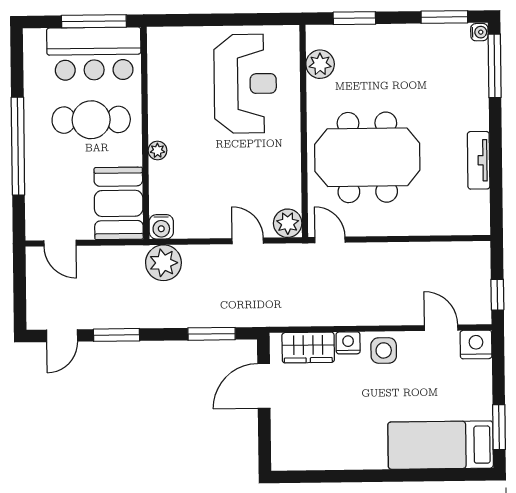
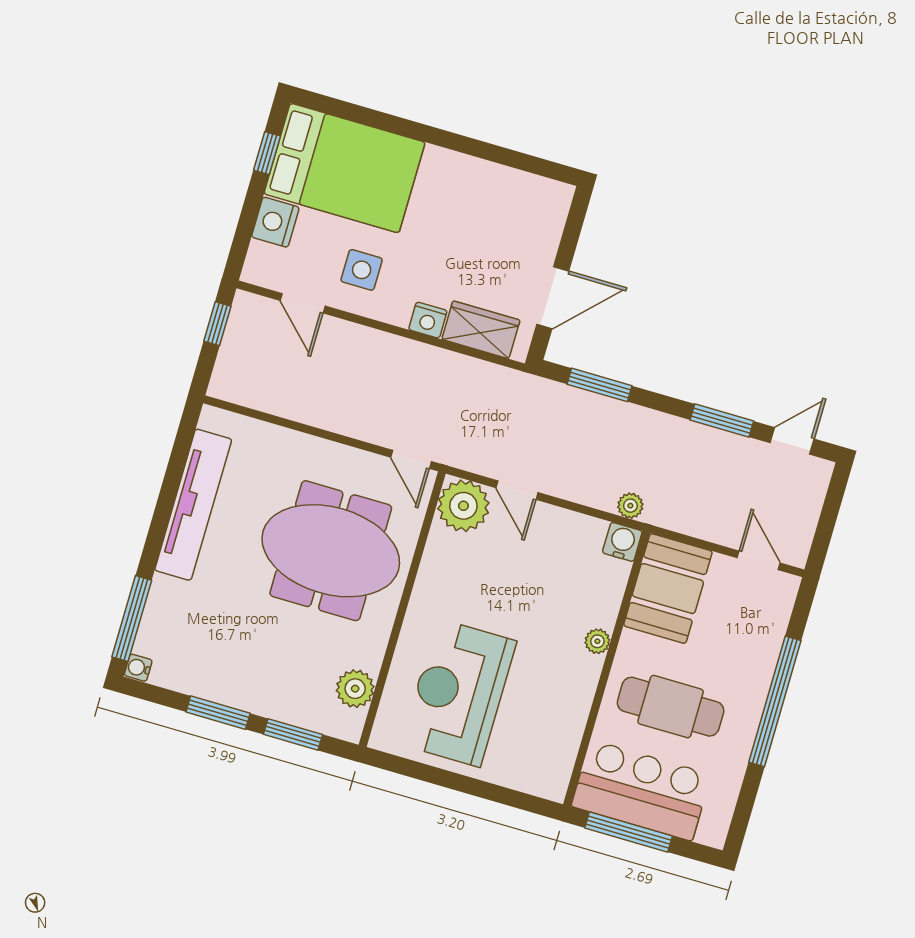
window: (444, 17) -> (218, 713), moved
tv unit: (479, 160) -> (193, 505), width x1.92, depth x1.29
plant: (288, 223) -> (463, 506), width x1.36, depth x1.36
plant: (163, 263) -> (630, 506), width x0.53, depth x0.53
nightstand: (476, 345) -> (275, 222), moved, turned 90
side table: (384, 350) -> (362, 270), moved
window: (499, 427) -> (267, 153), width x0.67
bed: (441, 445) -> (345, 168), width x1.50

